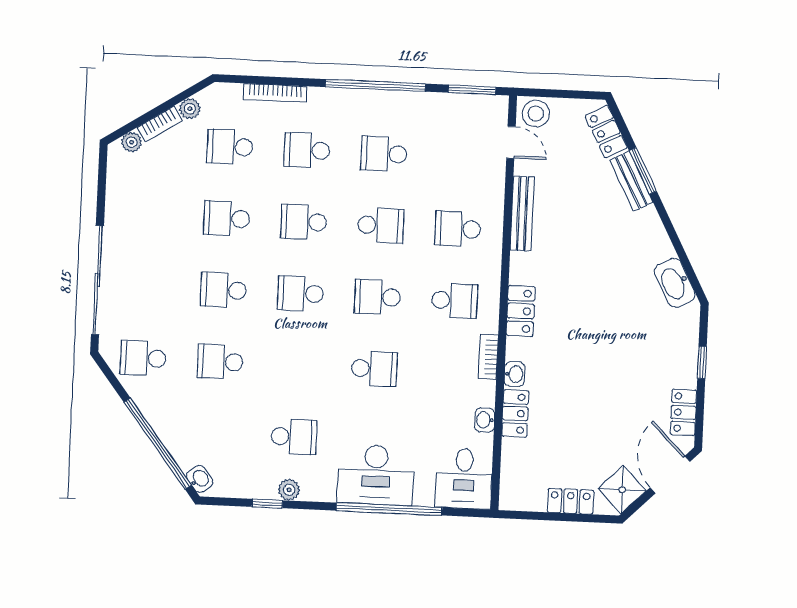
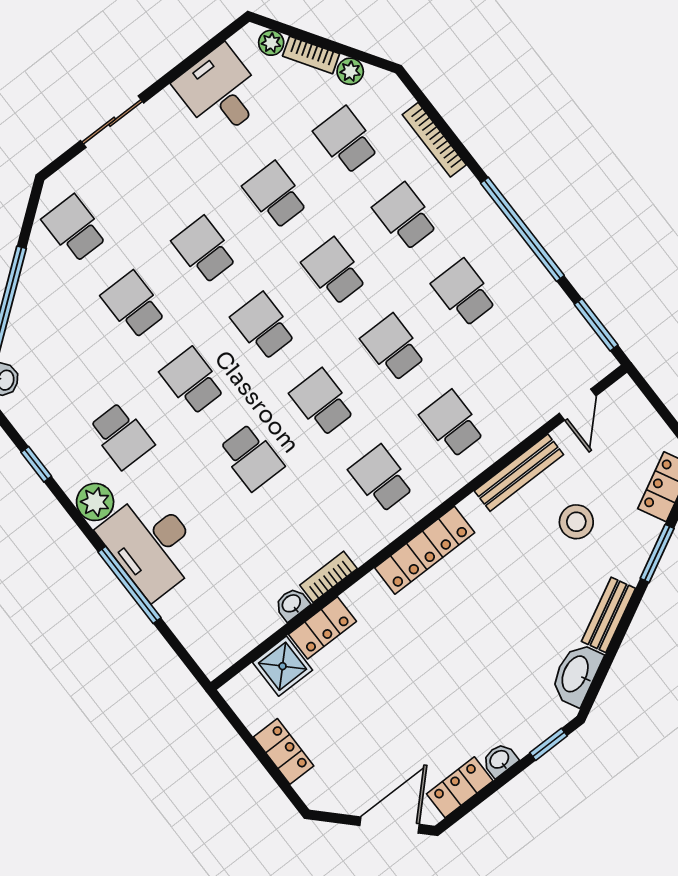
stool: (536, 114) -> (576, 522), moved
bench: (631, 181) -> (608, 615), moved
school desk: (381, 225) -> (393, 348), turned 180
sliding door: (97, 280) -> (112, 122), width x0.54
school desk: (455, 301) -> (381, 479), turned 180
locker: (521, 311) -> (425, 550), width x1.53
bookcase: (488, 357) -> (328, 577), moved
window: (702, 362) -> (548, 744), moved
school desk: (297, 365) -> (192, 381), added
washbasin: (514, 374) -> (500, 760), moved, turned 180
desk: (464, 479) -> (220, 92), moved, turned 90
plant: (289, 490) -> (95, 502), moved, width x1.38, depth x1.38
shower: (622, 490) -> (283, 666), moved, turned 45
window: (389, 509) -> (129, 585), width x0.68

